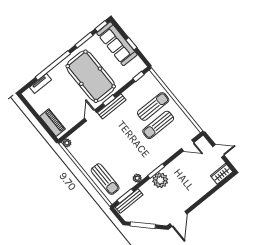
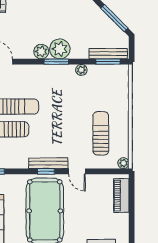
door: (91, 115) -> (77, 171), hinge flipped
plant: (170, 170) -> (41, 52), added
sun lounger: (105, 179) -> (101, 133), moved

